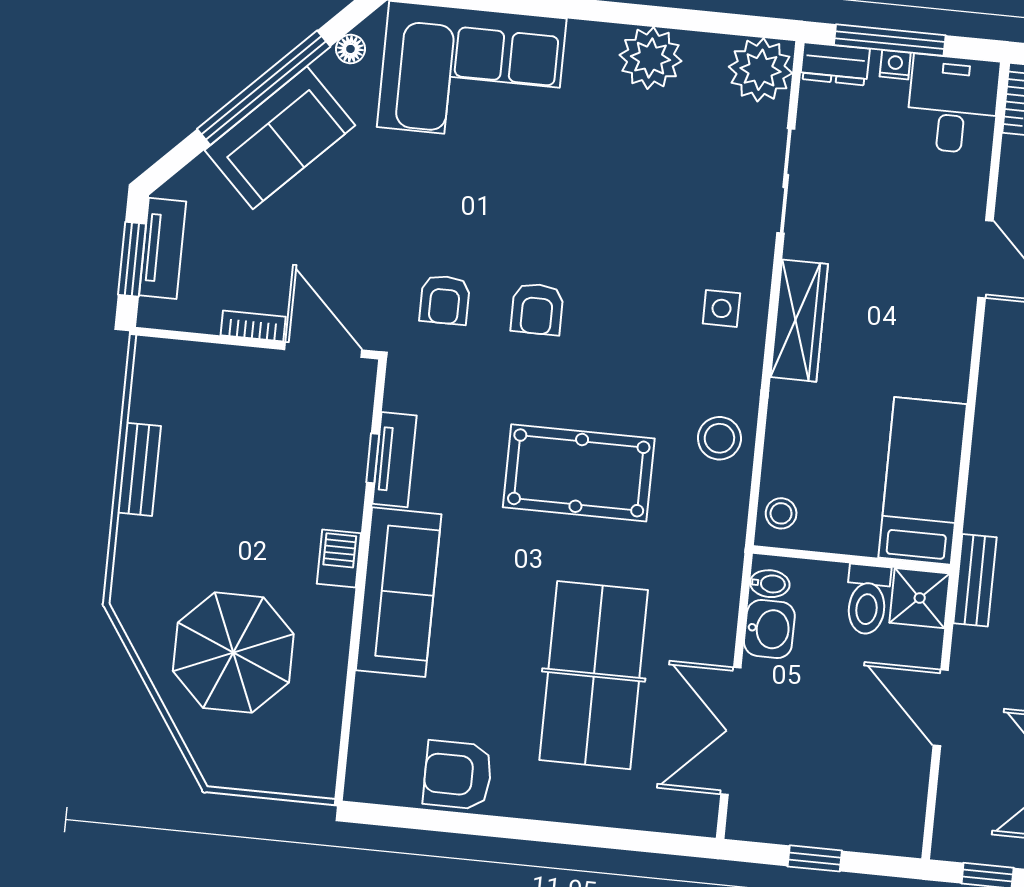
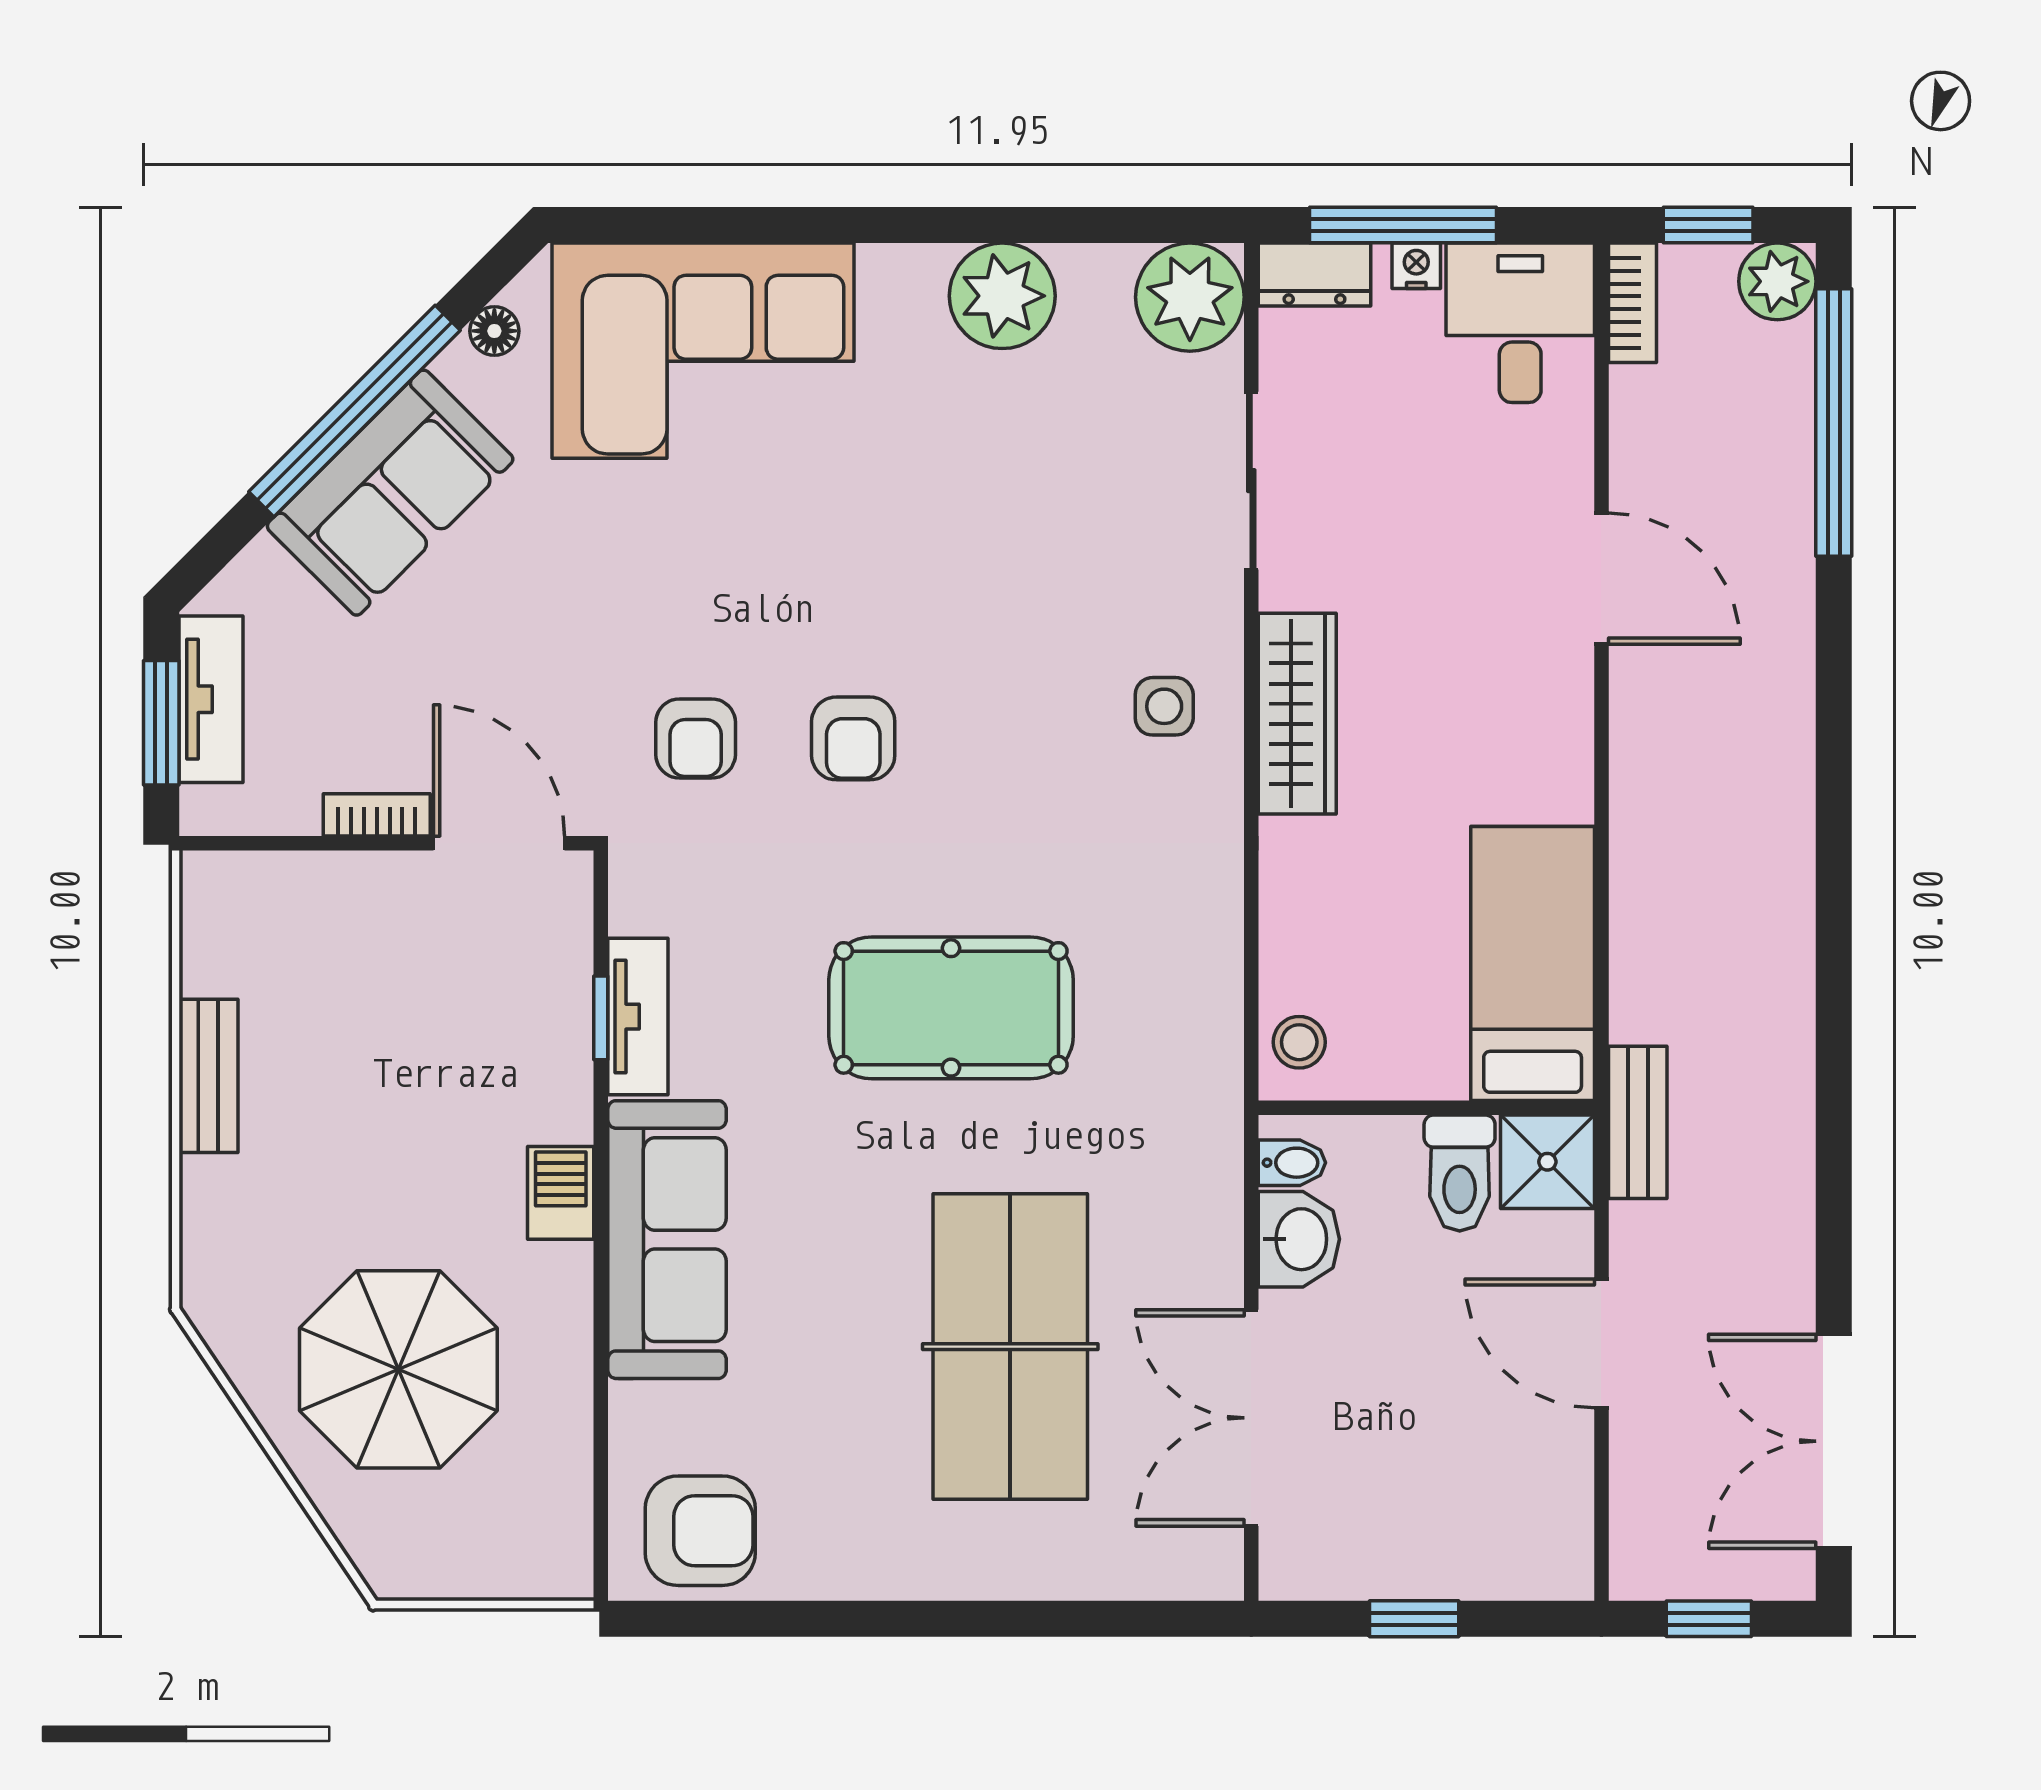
stool: (719, 438) -> (1183, 926), removed
armchair: (458, 775) -> (700, 1531), moved, turned 180

